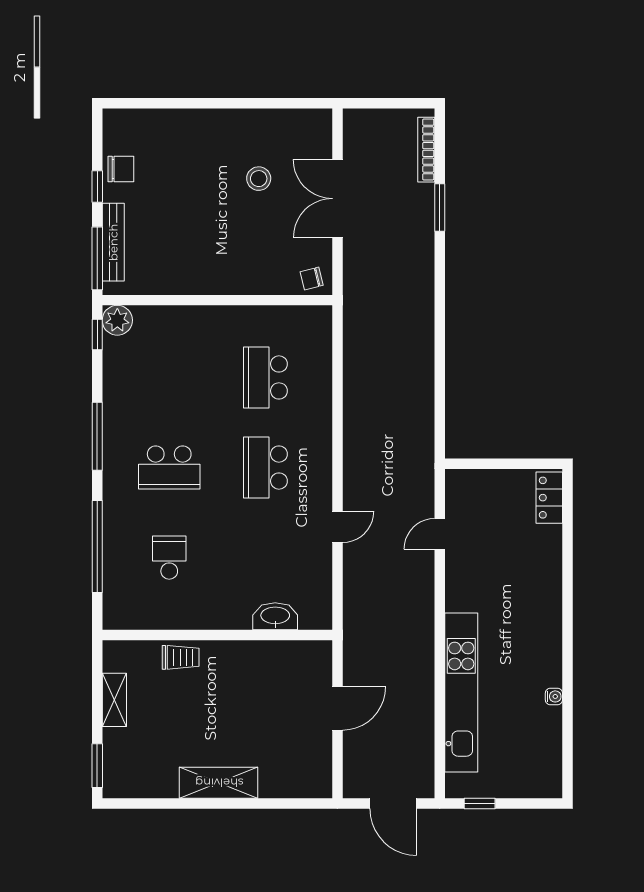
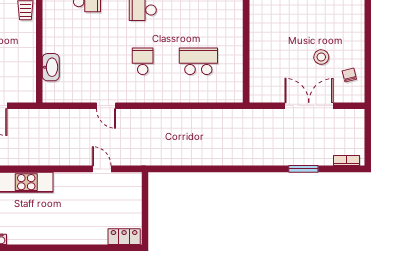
bookcase: (426, 150) -> (346, 161), width x0.64
chair: (312, 278) -> (349, 75), moved
school desk: (265, 468) -> (143, 61), width x0.54

